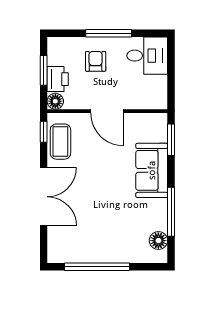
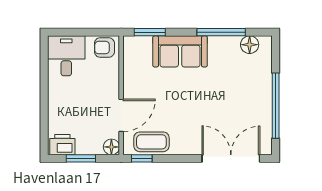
window: (109, 33) -> (44, 94), removed
armchair: (96, 61) -> (104, 48), moved
printer: (58, 79) -> (62, 145), moved
door: (107, 111) -> (121, 115), moved
double door: (44, 197) -> (231, 158), moved

